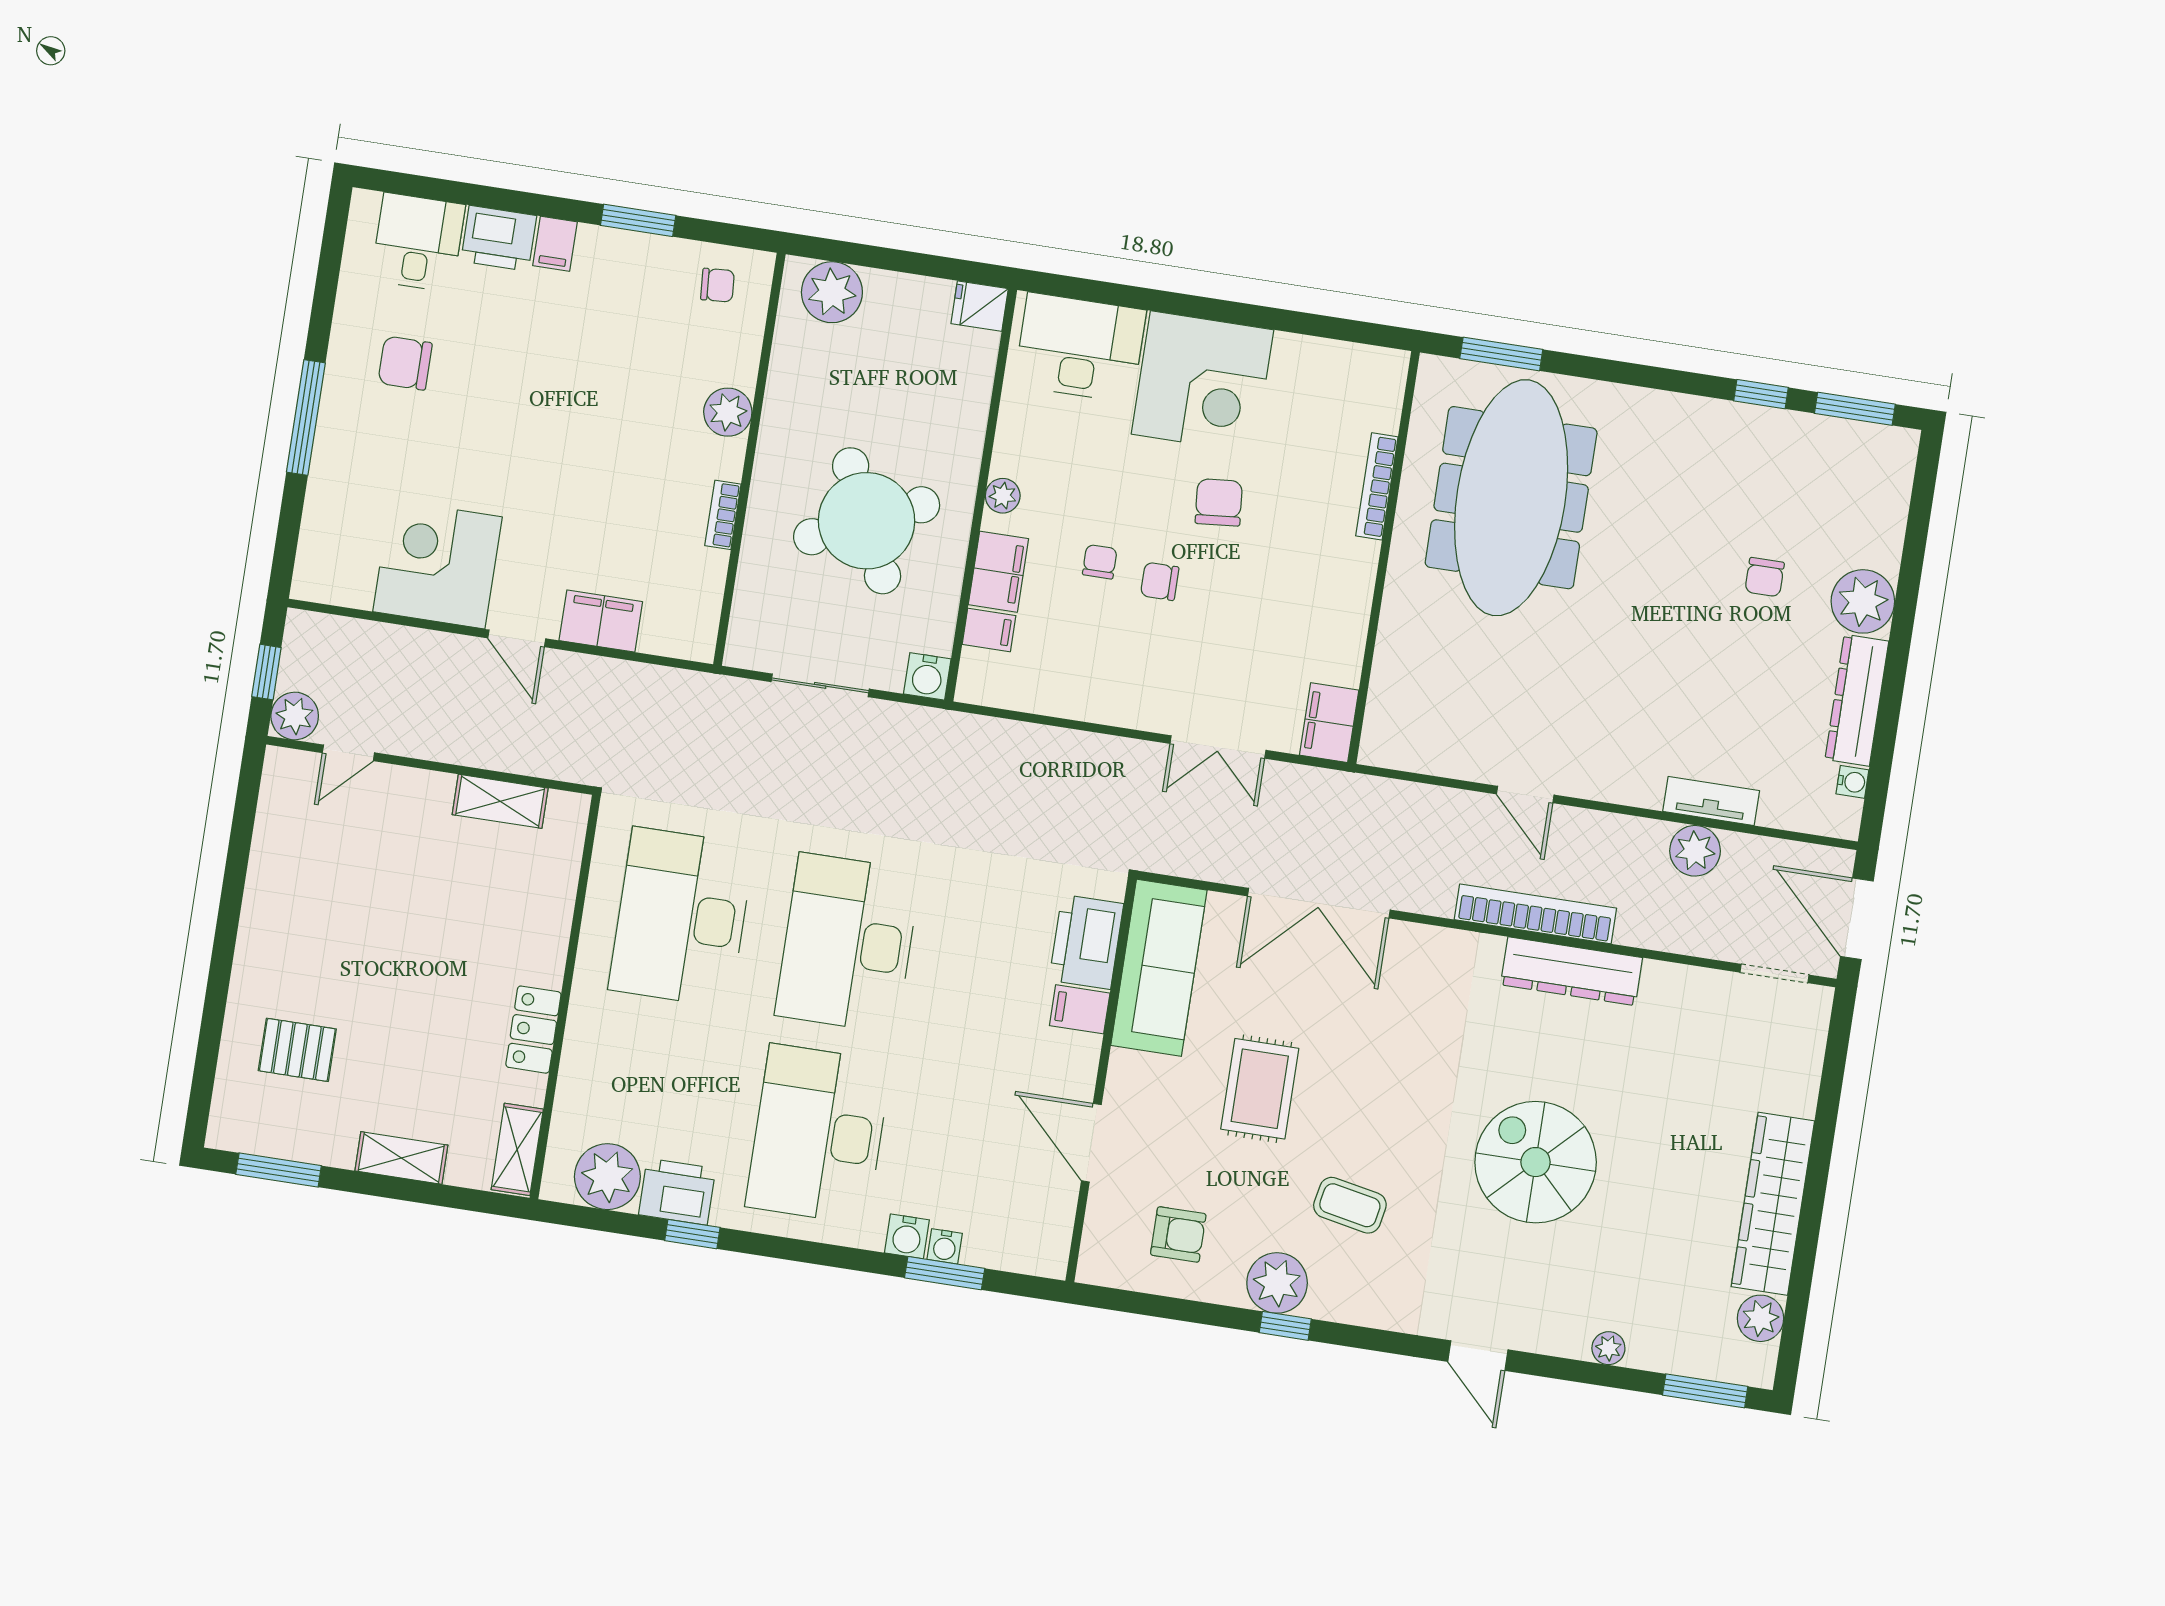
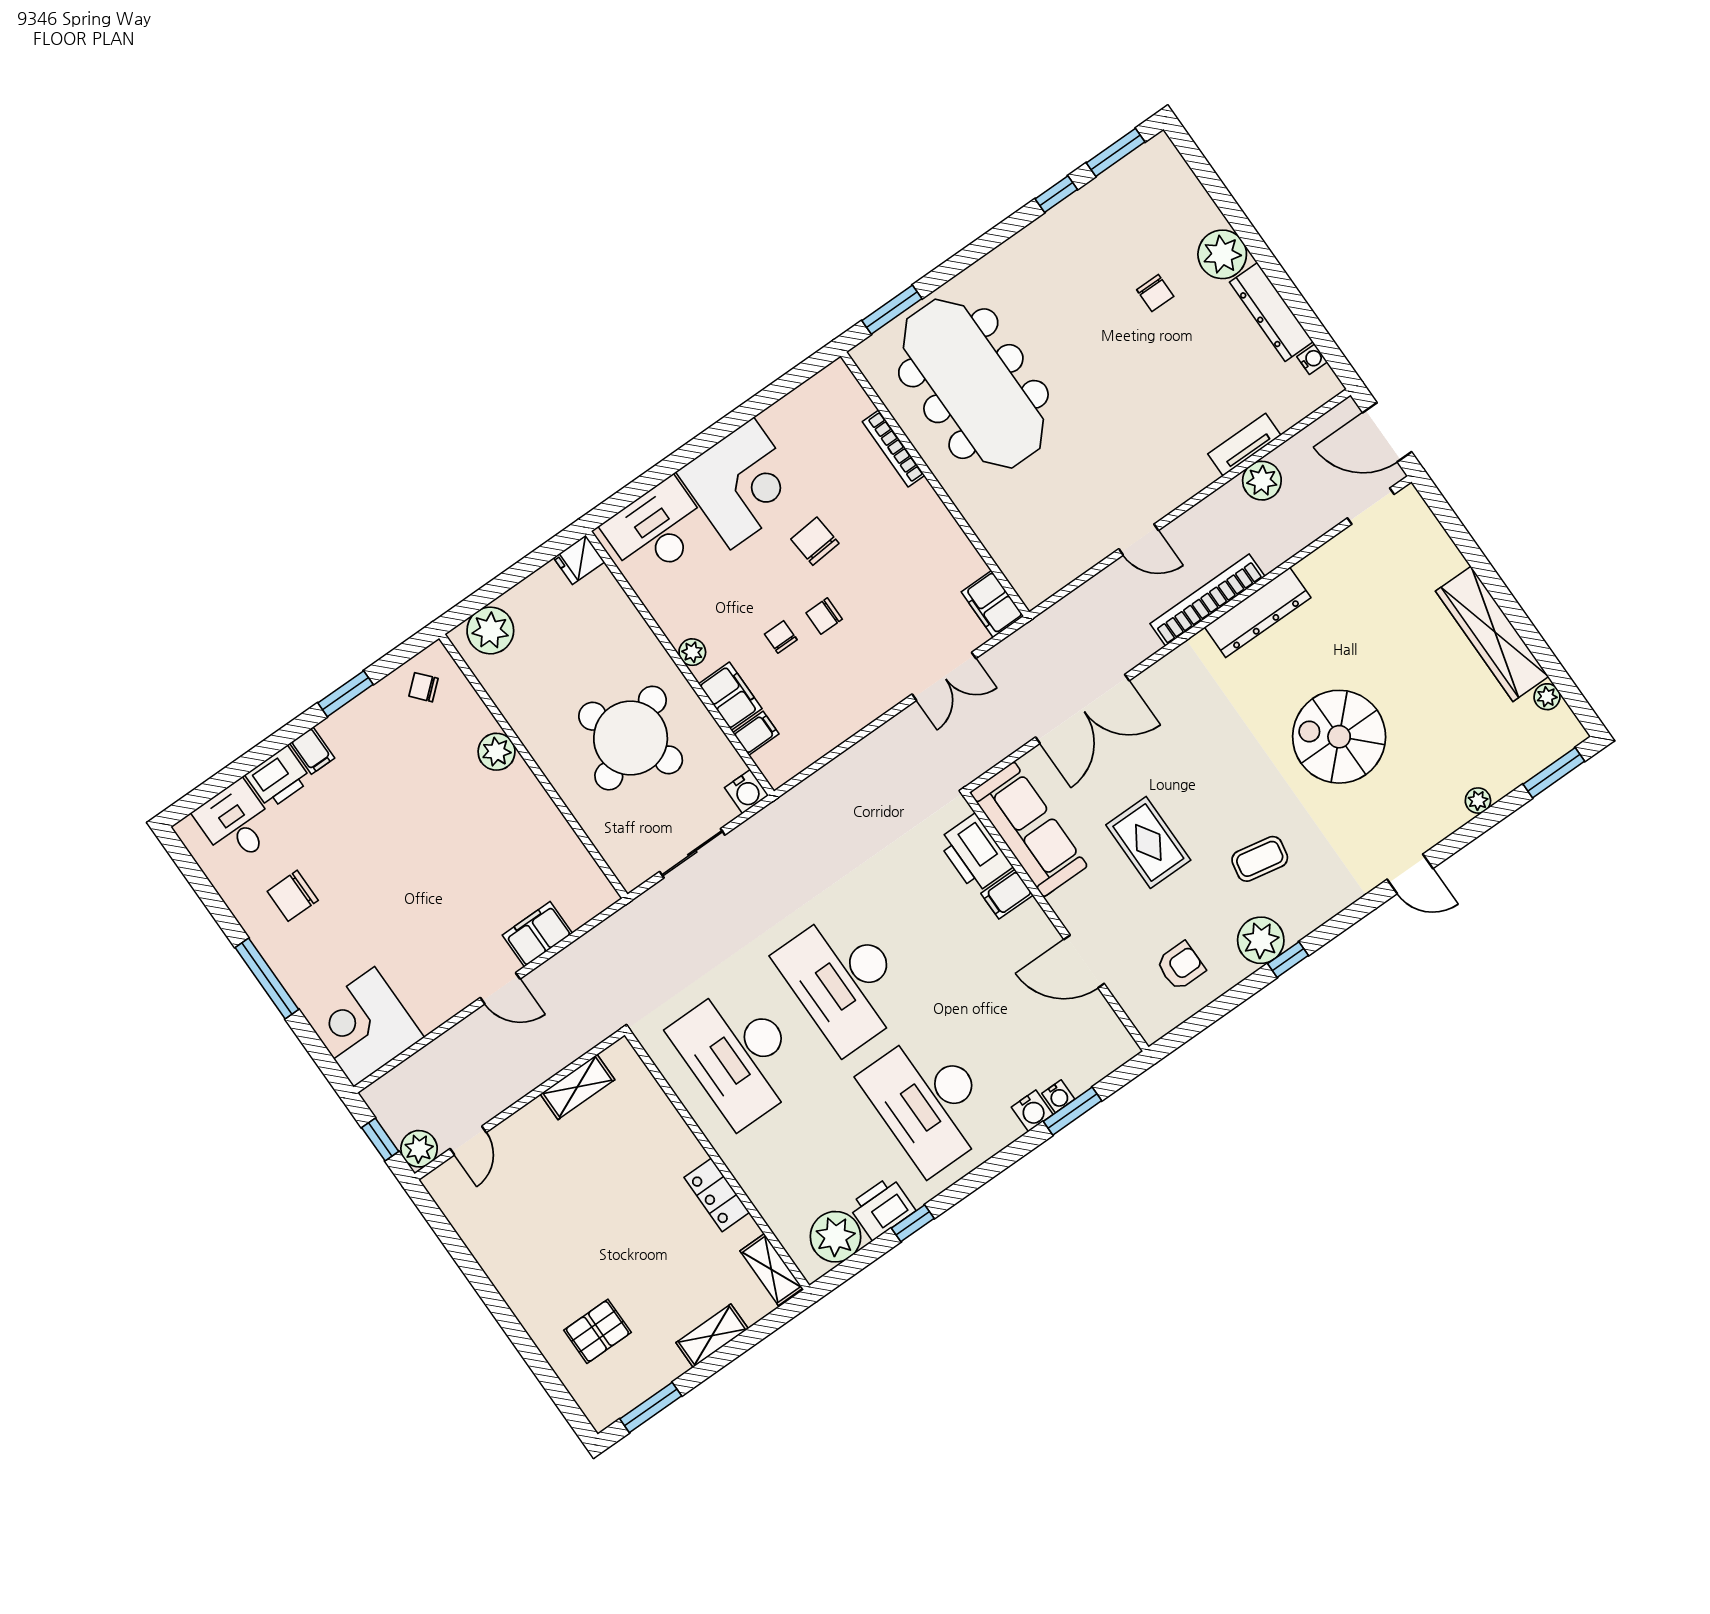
chair: (718, 285) -> (424, 687), turned -127
bookcase: (723, 515) -> (548, 811), removed
corner desk: (438, 564) -> (364, 1027), moved
plant: (1761, 1318) -> (1547, 697), width x0.73, depth x0.73

